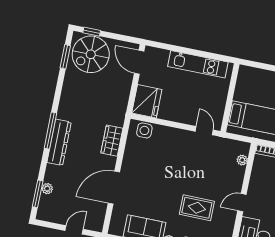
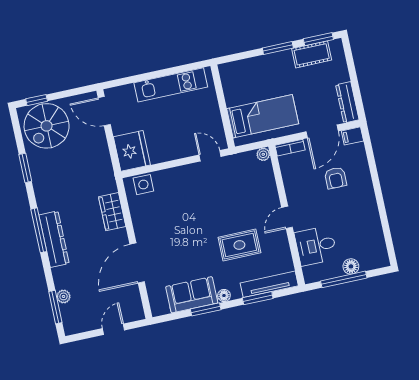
window: (65, 57) -> (25, 168), moved
plant: (242, 160) -> (263, 154), moved

